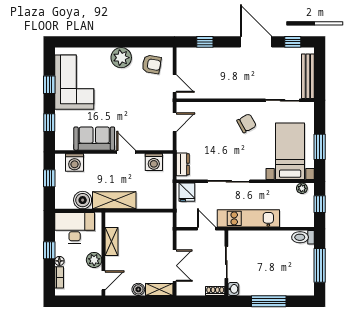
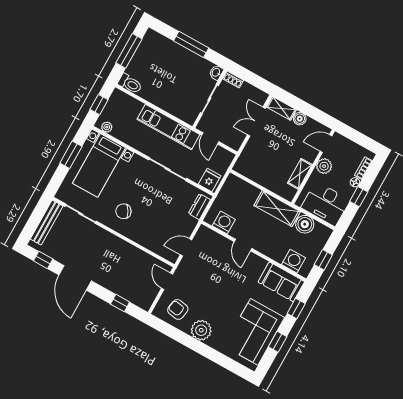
sofa: (94, 139) -> (281, 282), moved

